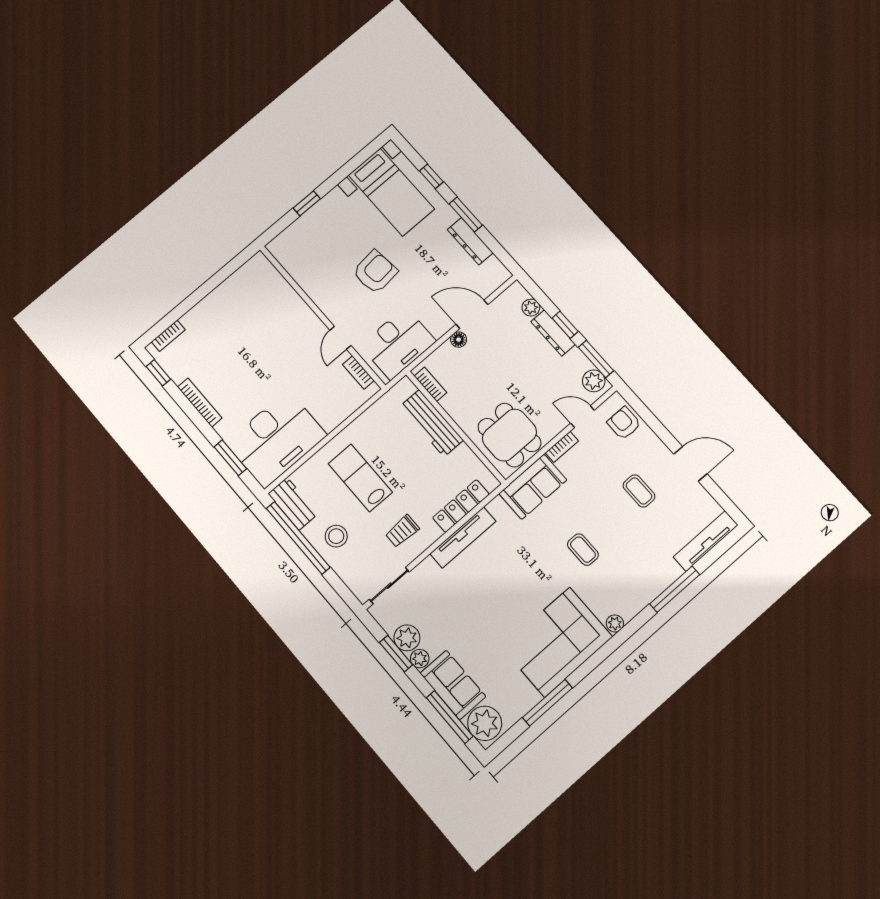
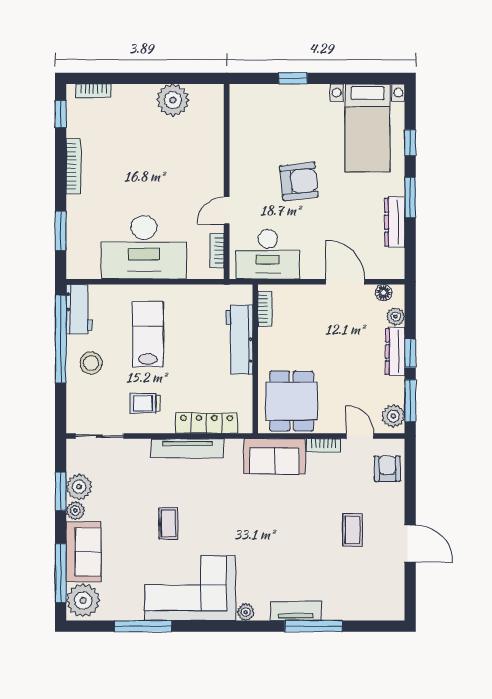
plant: (233, 293) -> (173, 100), added
floor lamp: (459, 340) -> (384, 292), moved
desk: (276, 439) -> (144, 247), moved
tv unit: (706, 541) -> (296, 611), moved, width x0.71
coffee table: (583, 550) -> (168, 523), moved

